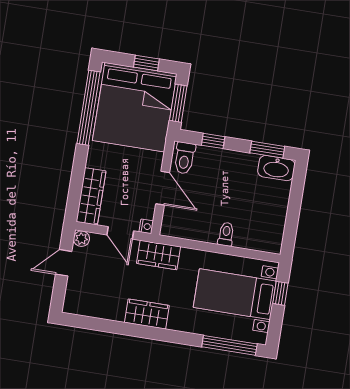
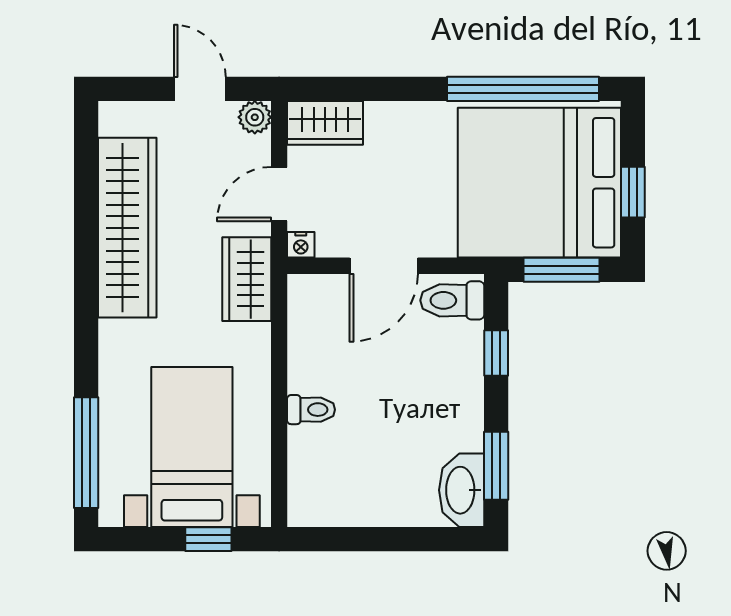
wardrobe: (91, 196) -> (325, 123), width x0.67
wardrobe: (147, 314) -> (127, 228), width x2.10, depth x1.17

